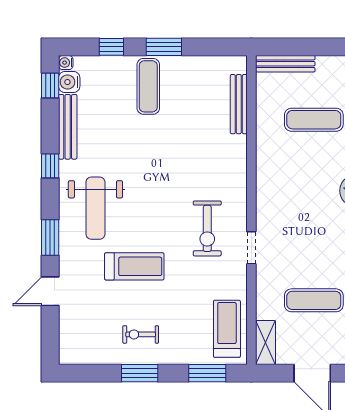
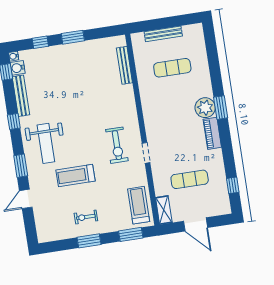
bench: (285, 64) -> (163, 34), moved
exercise mat: (148, 86) -> (67, 63), removed
treadmill: (134, 266) -> (75, 176), turned 180

